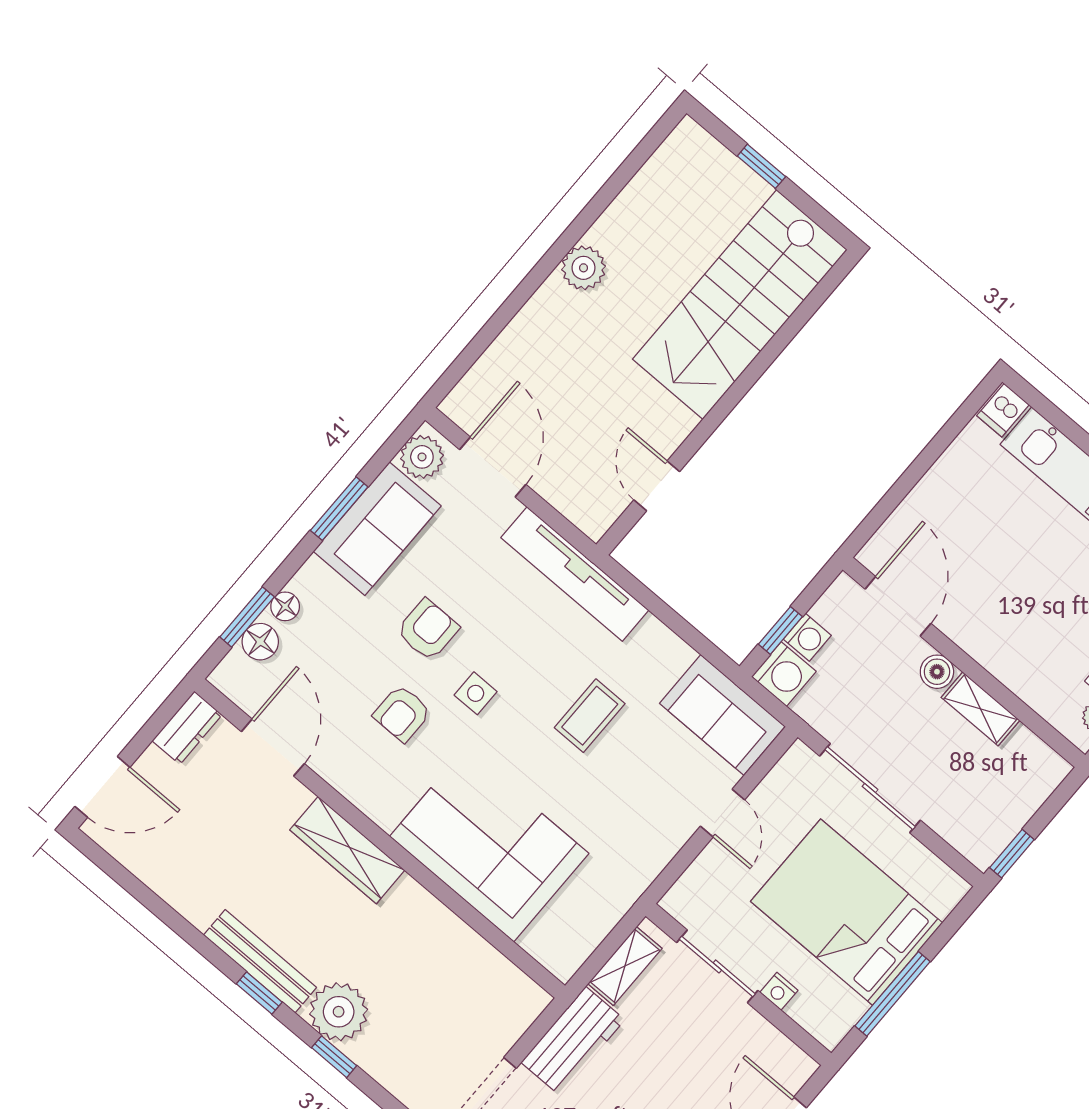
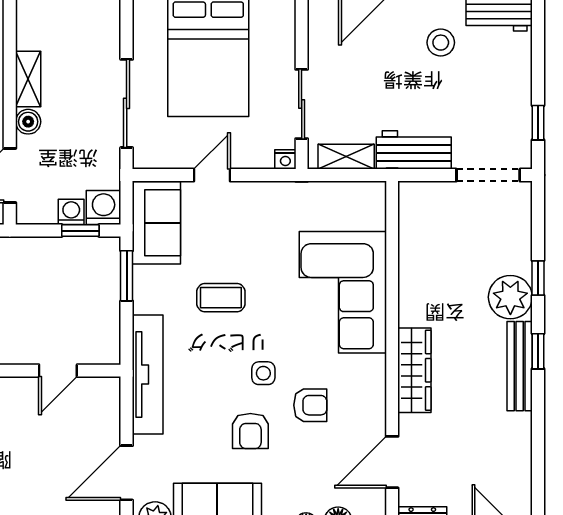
armchair: (428, 630) -> (250, 431), turned -90
window: (694, 638) -> (127, 276), added
nightstand: (779, 991) -> (285, 159), moved, turned 90

